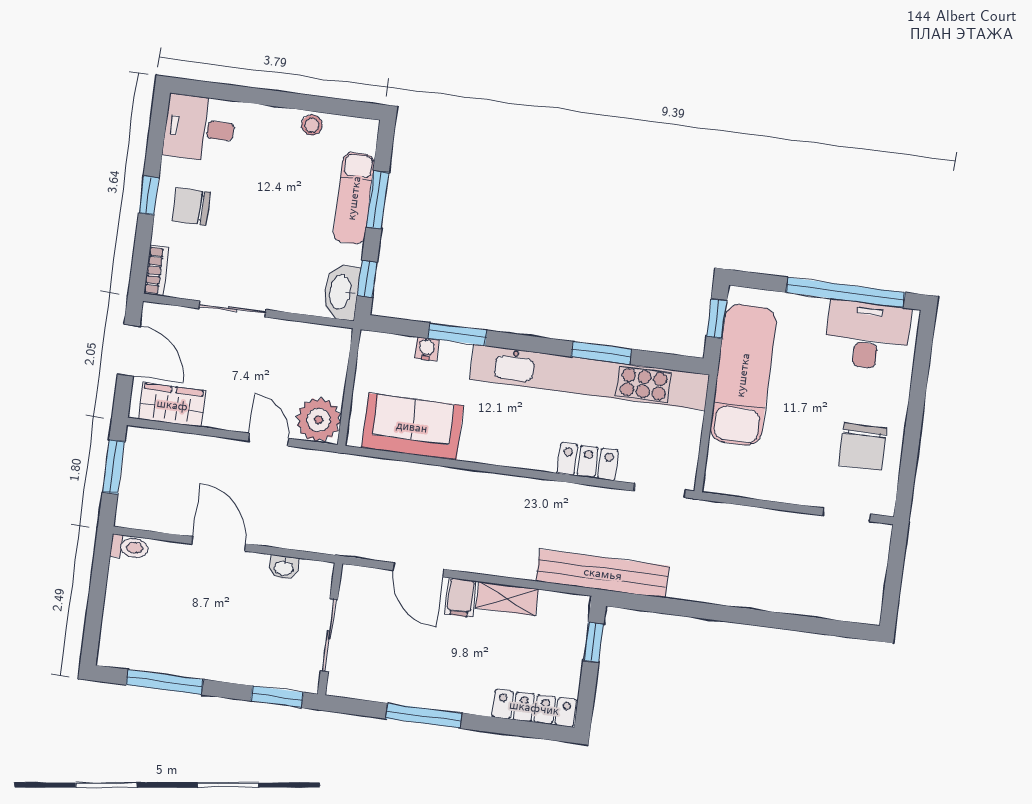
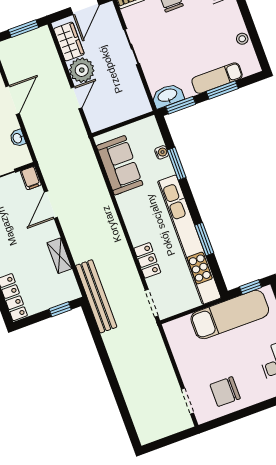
window: (367, 279) -> (181, 105), width x1.50
plant: (319, 420) -> (82, 70), moved
filing cabinet: (460, 598) -> (31, 178), moved, turned -90

